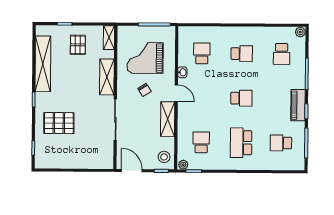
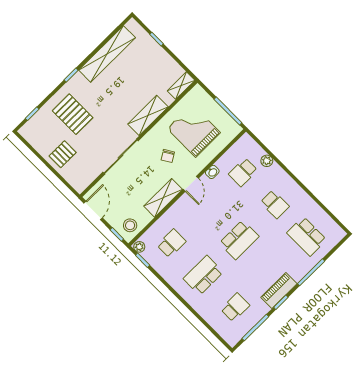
plant: (300, 32) -> (267, 161), moved
pallet: (78, 45) -> (63, 154), moved
school desk: (202, 53) -> (243, 172), turned 180
school desk: (282, 54) -> (307, 236), width x1.85
school desk: (241, 98) -> (239, 240), width x1.85
school desk: (281, 143) -> (235, 307), turned 90

